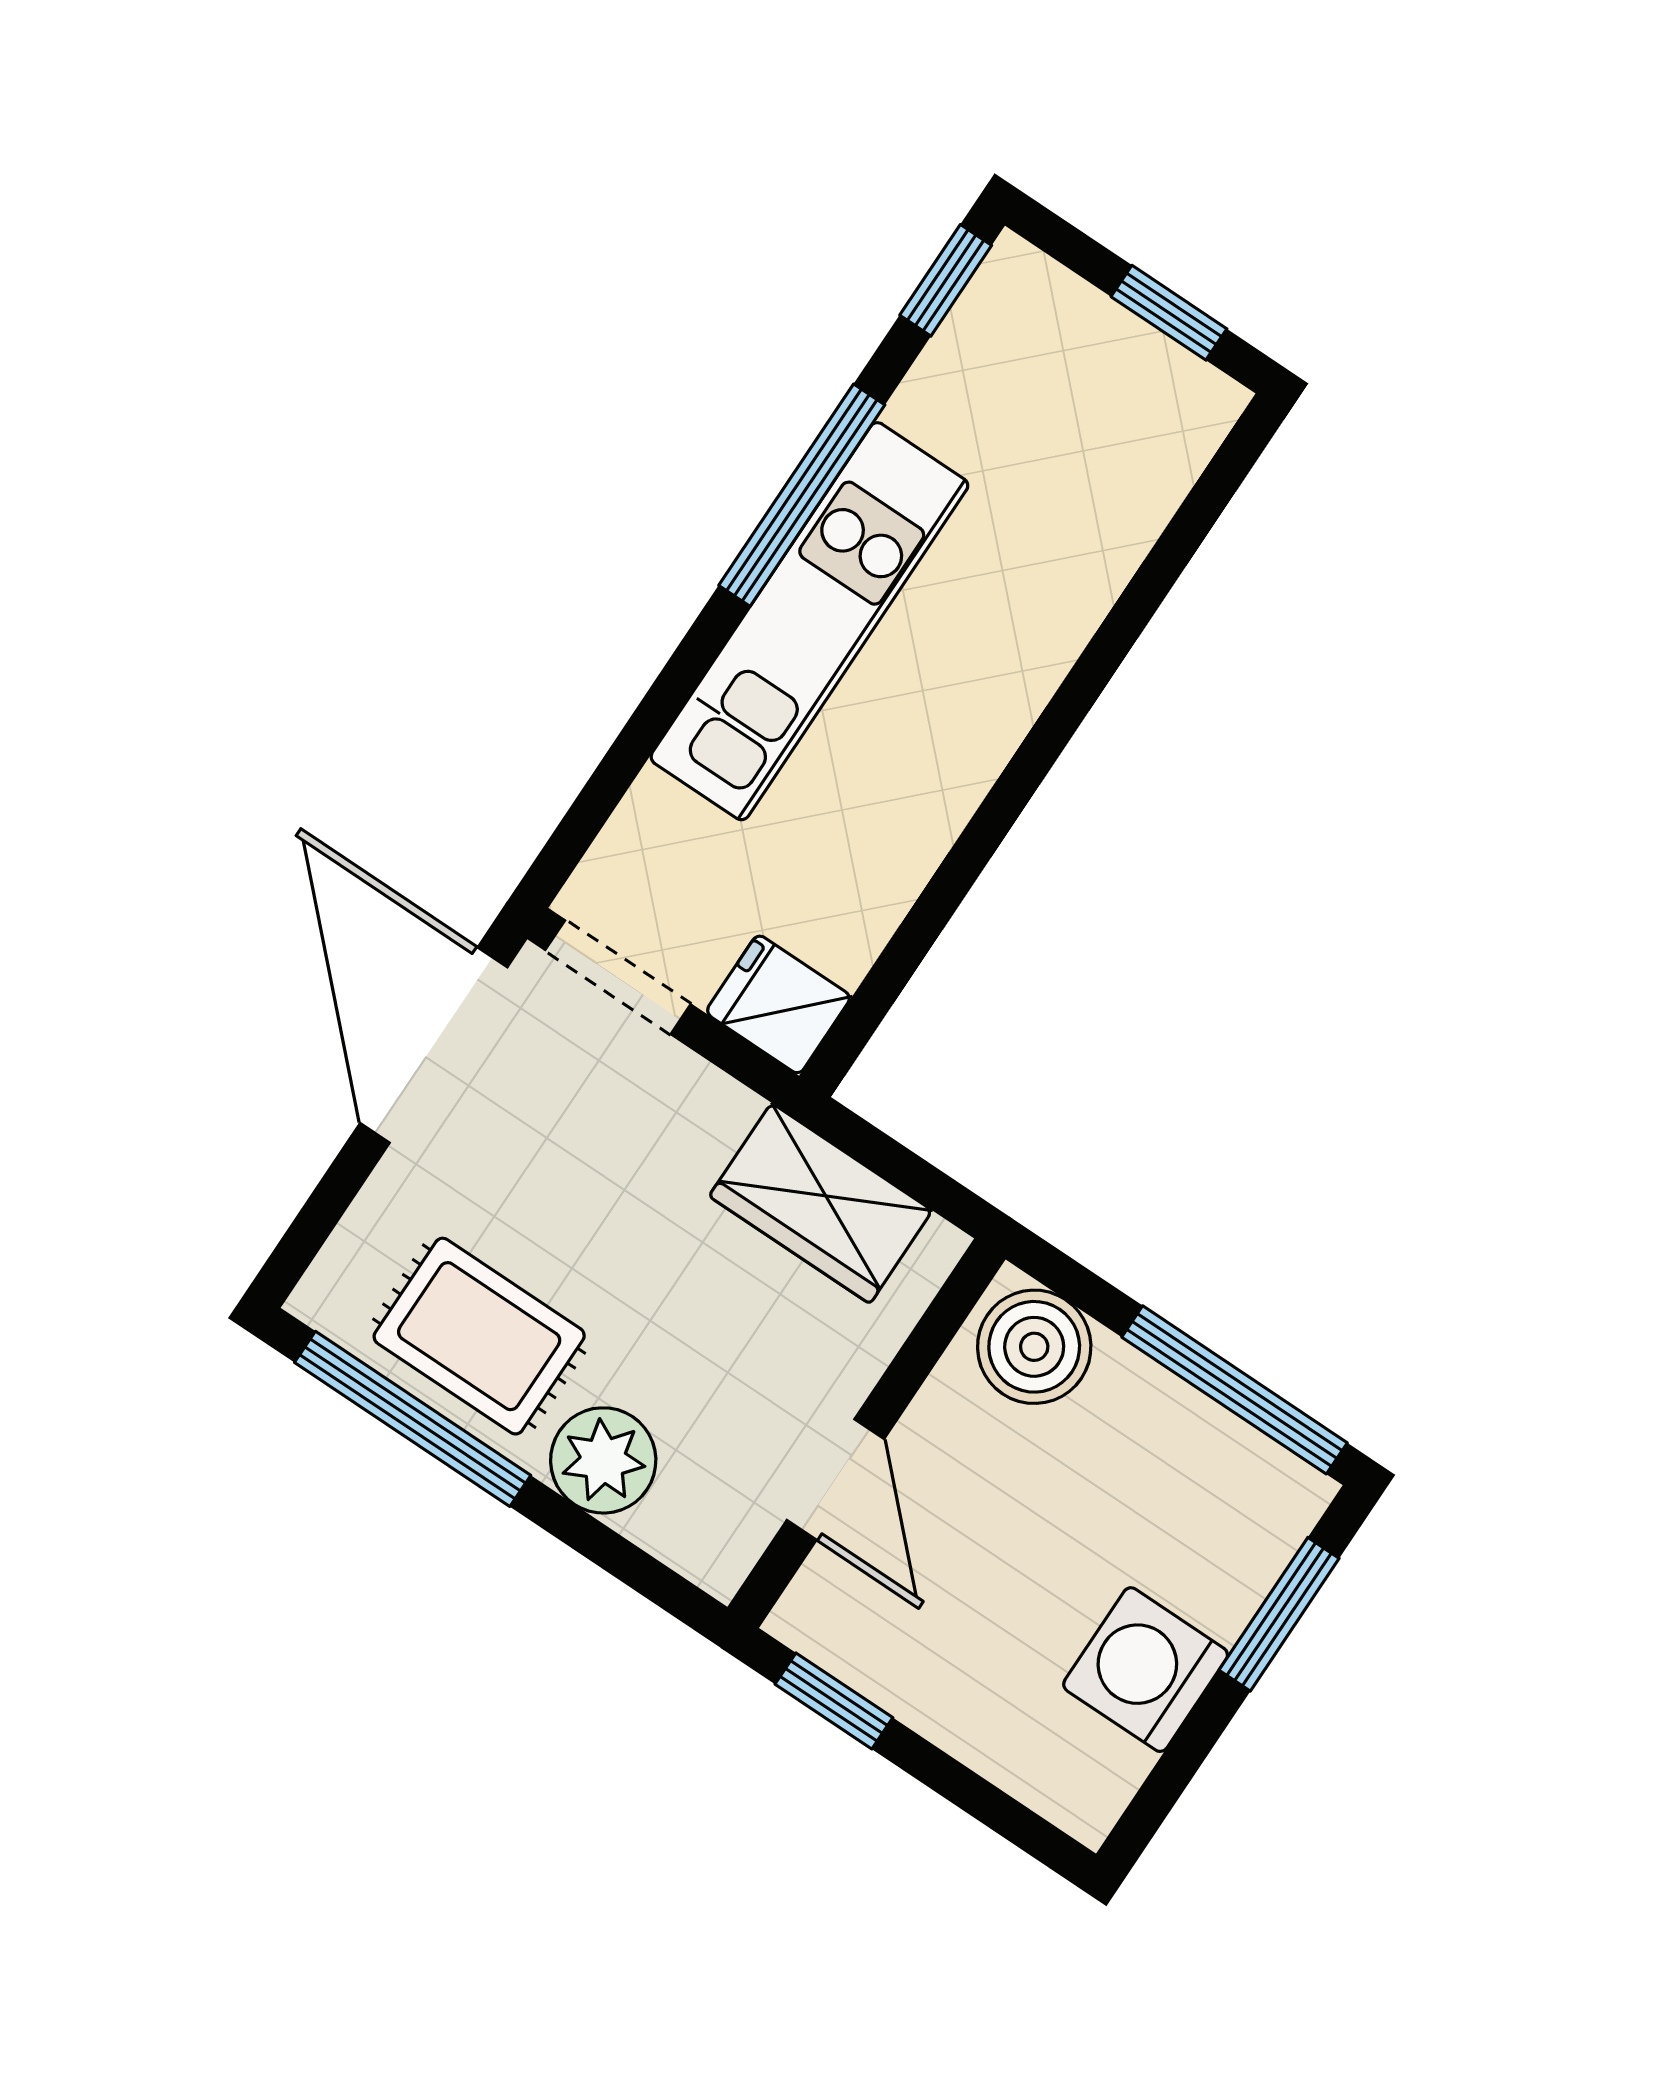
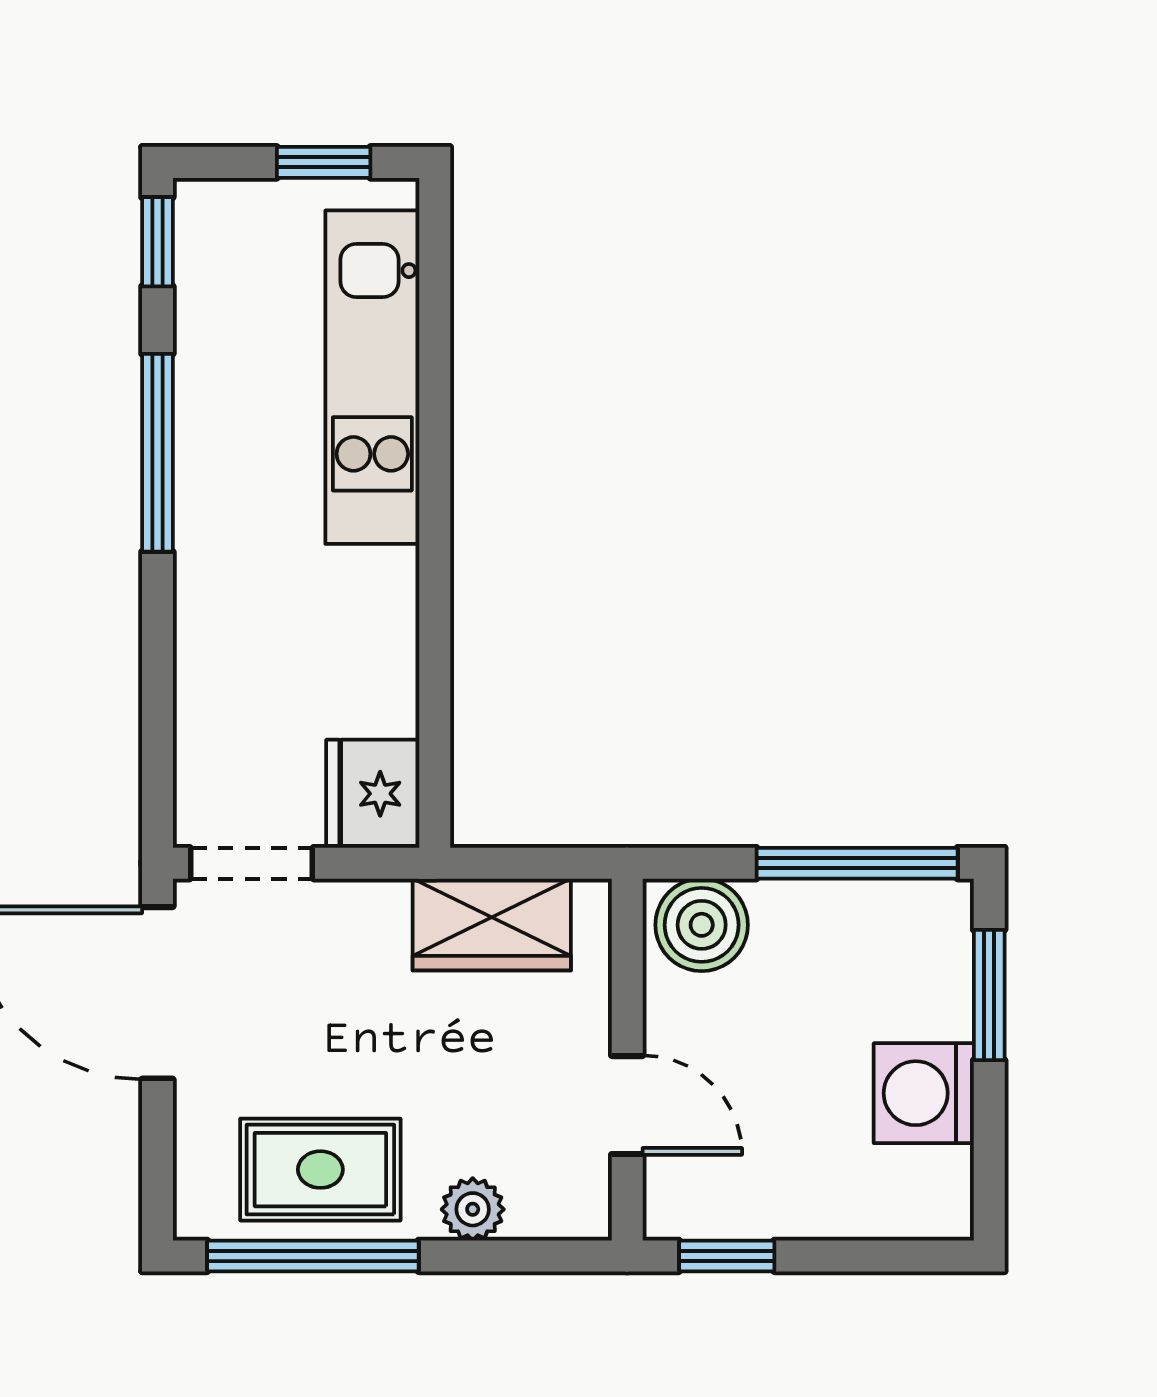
kitchen unit: (809, 621) -> (372, 377), moved, turned 180
fridge: (778, 1004) -> (373, 794), width x1.38
plant: (603, 1460) -> (473, 1209), width x0.73, depth x0.73

